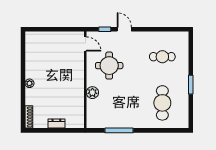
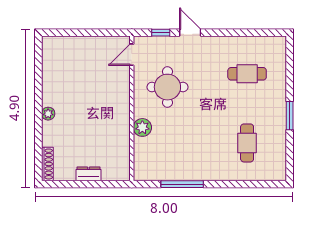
door: (85, 44) -> (132, 55), swing flipped
cafe table: (162, 103) -> (247, 143), width x0.73, depth x0.74

